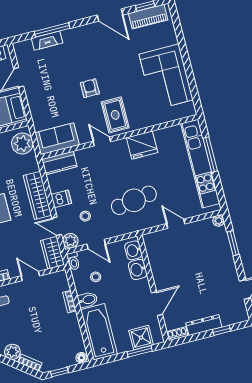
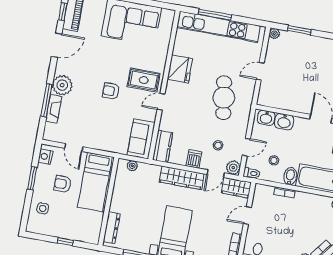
plant: (74, 38) -> (62, 85), added
plant: (22, 143) -> (132, 166), width x0.53, depth x0.53

